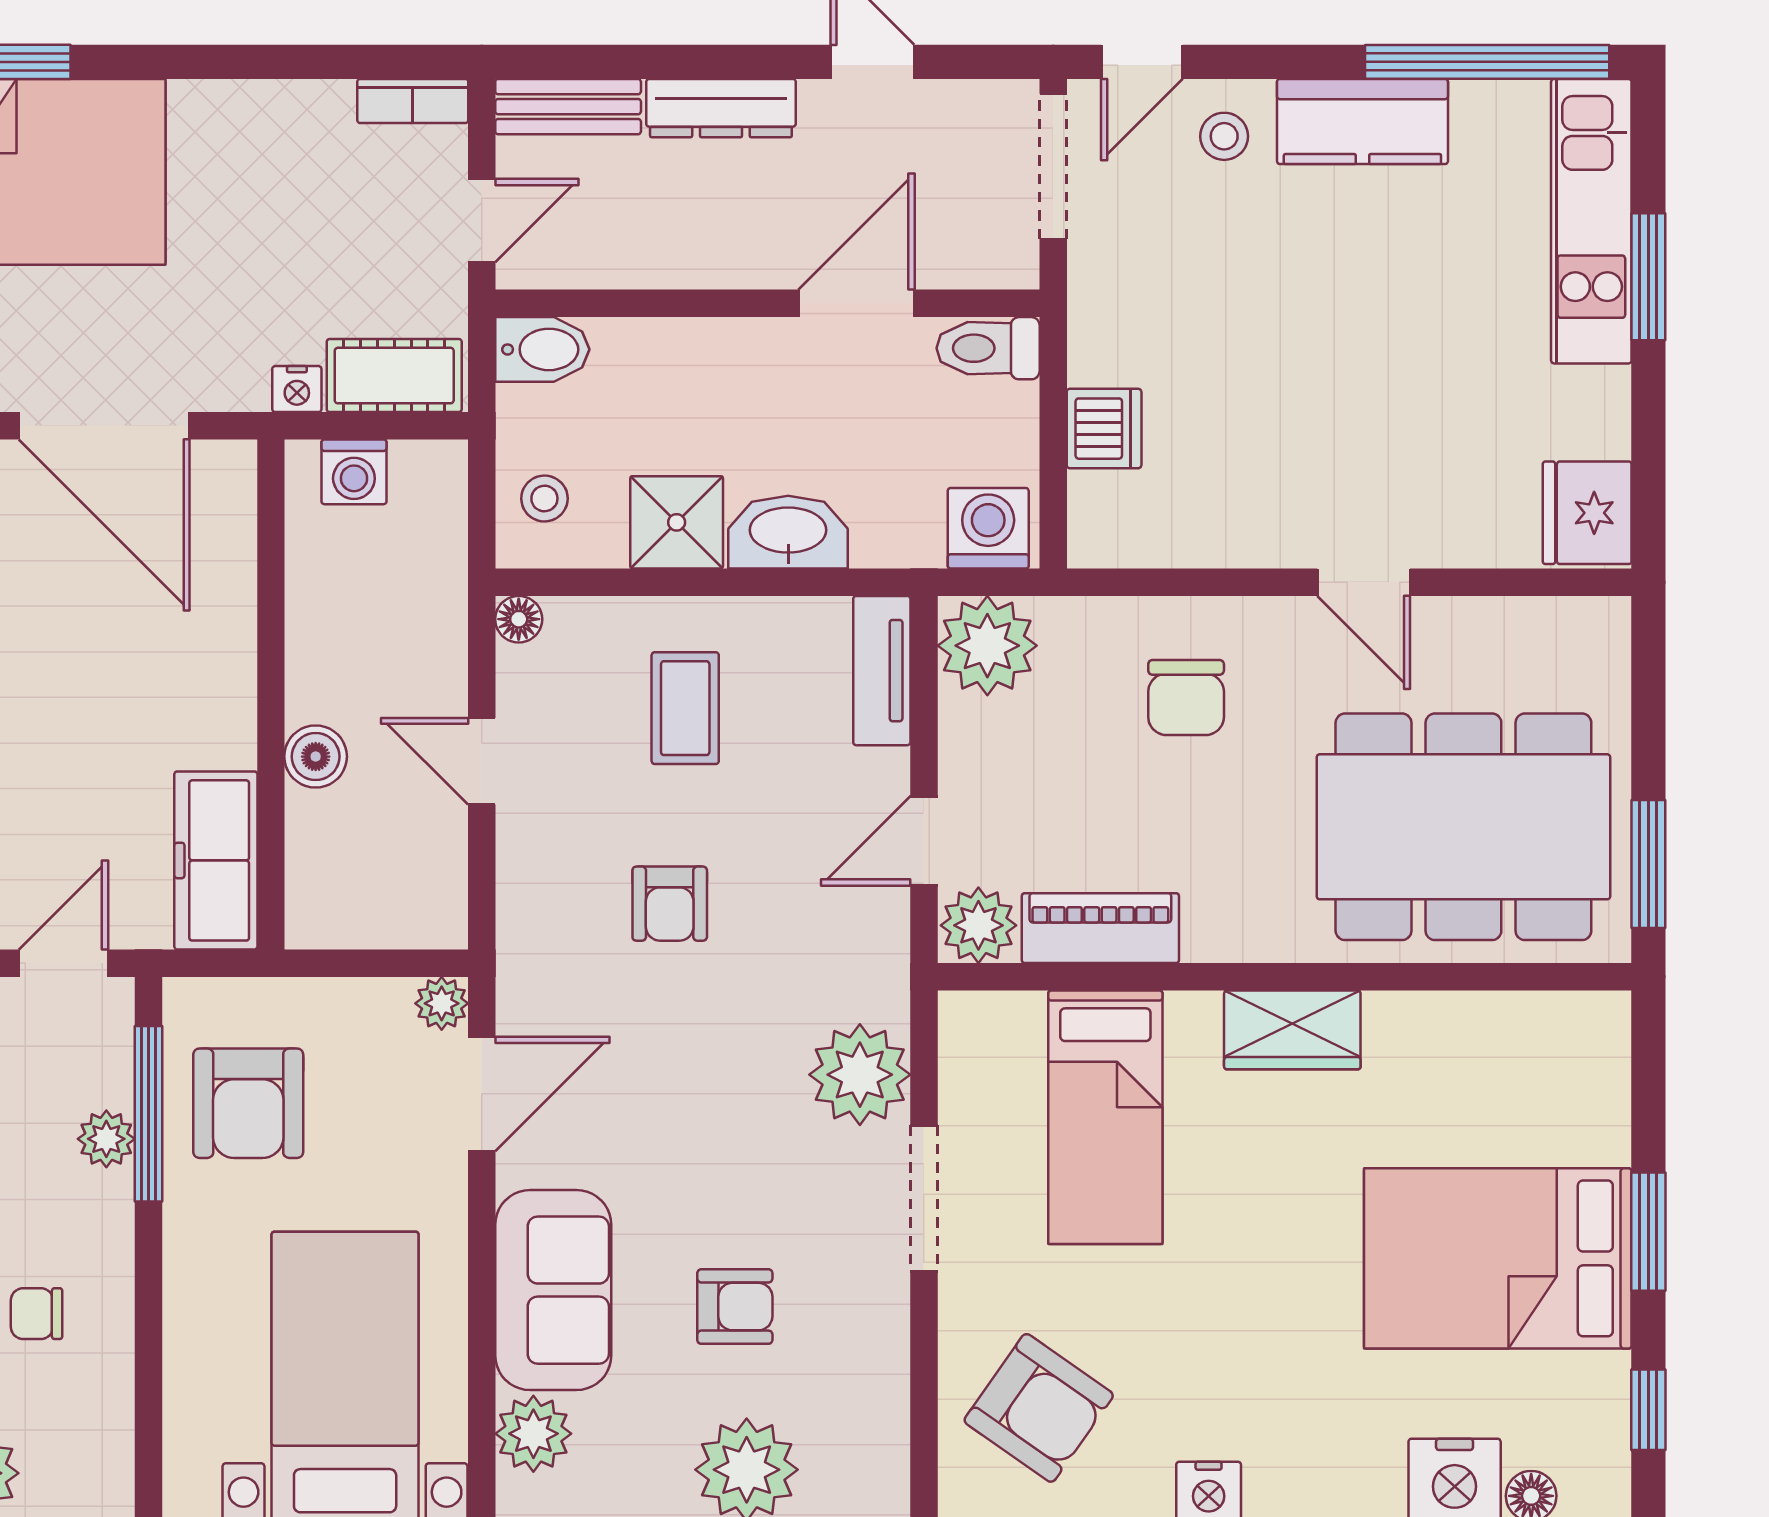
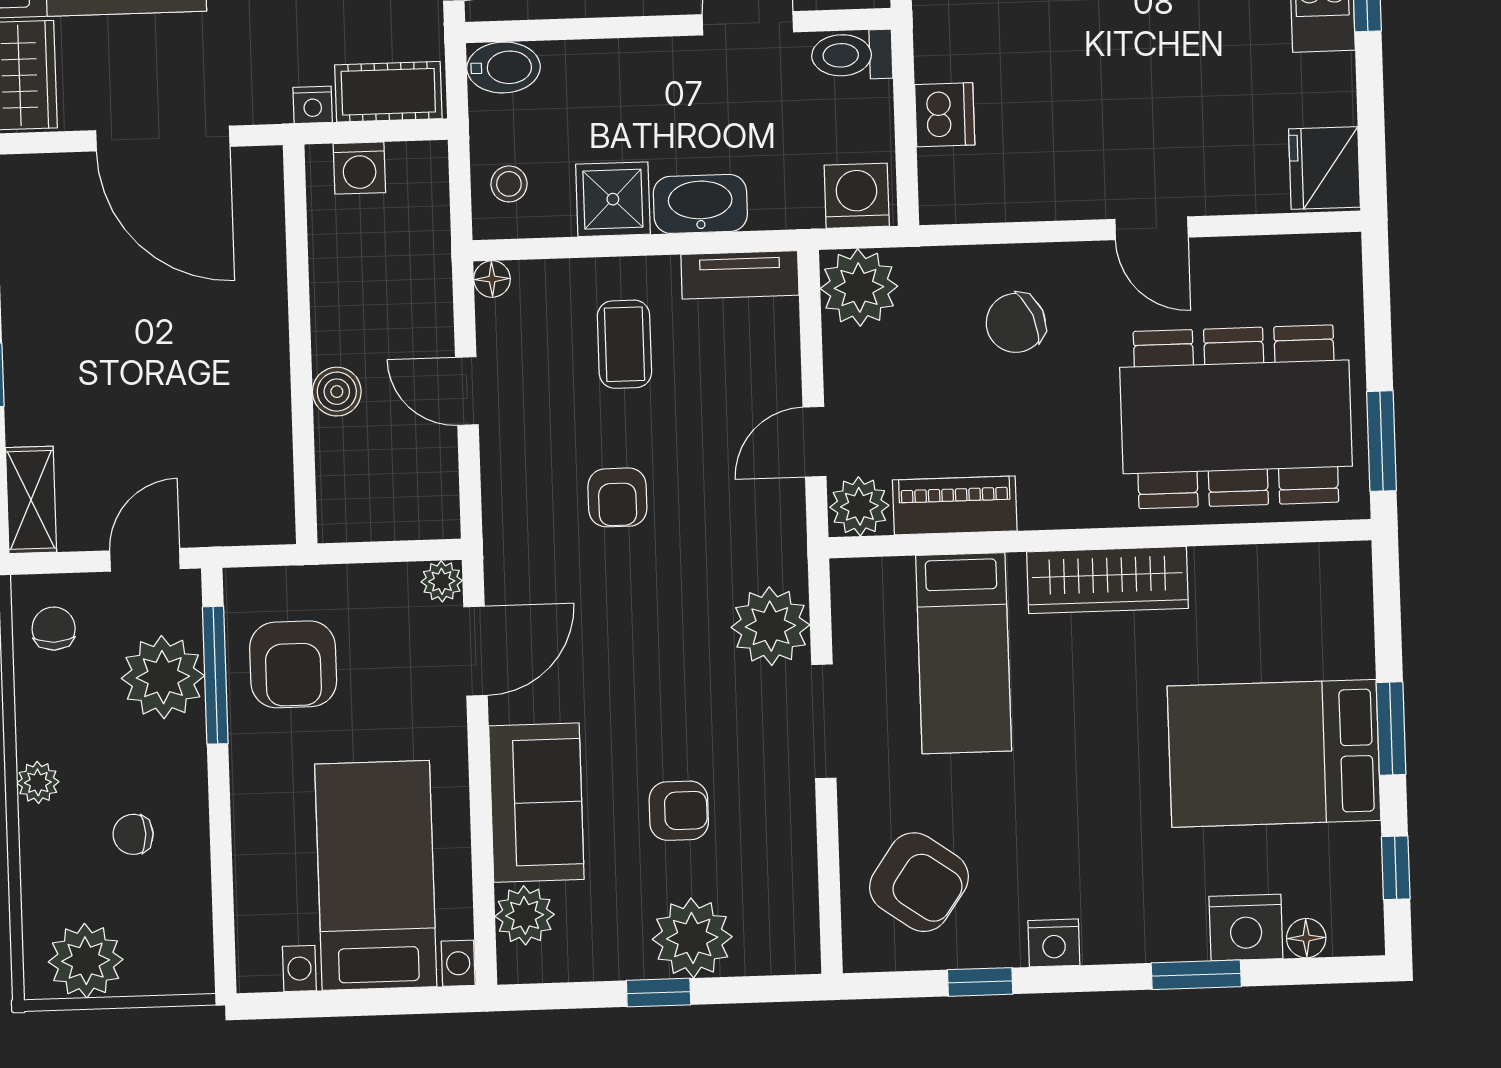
tv unit: (882, 671) -> (740, 275), moved, turned -90
chair: (1186, 698) -> (1016, 323), turned 67
freezer: (216, 860) -> (261, 475), removed
wardrobe: (1292, 1030) -> (1107, 580), width x1.50
plant: (106, 1139) -> (163, 677), width x1.88, depth x1.88

